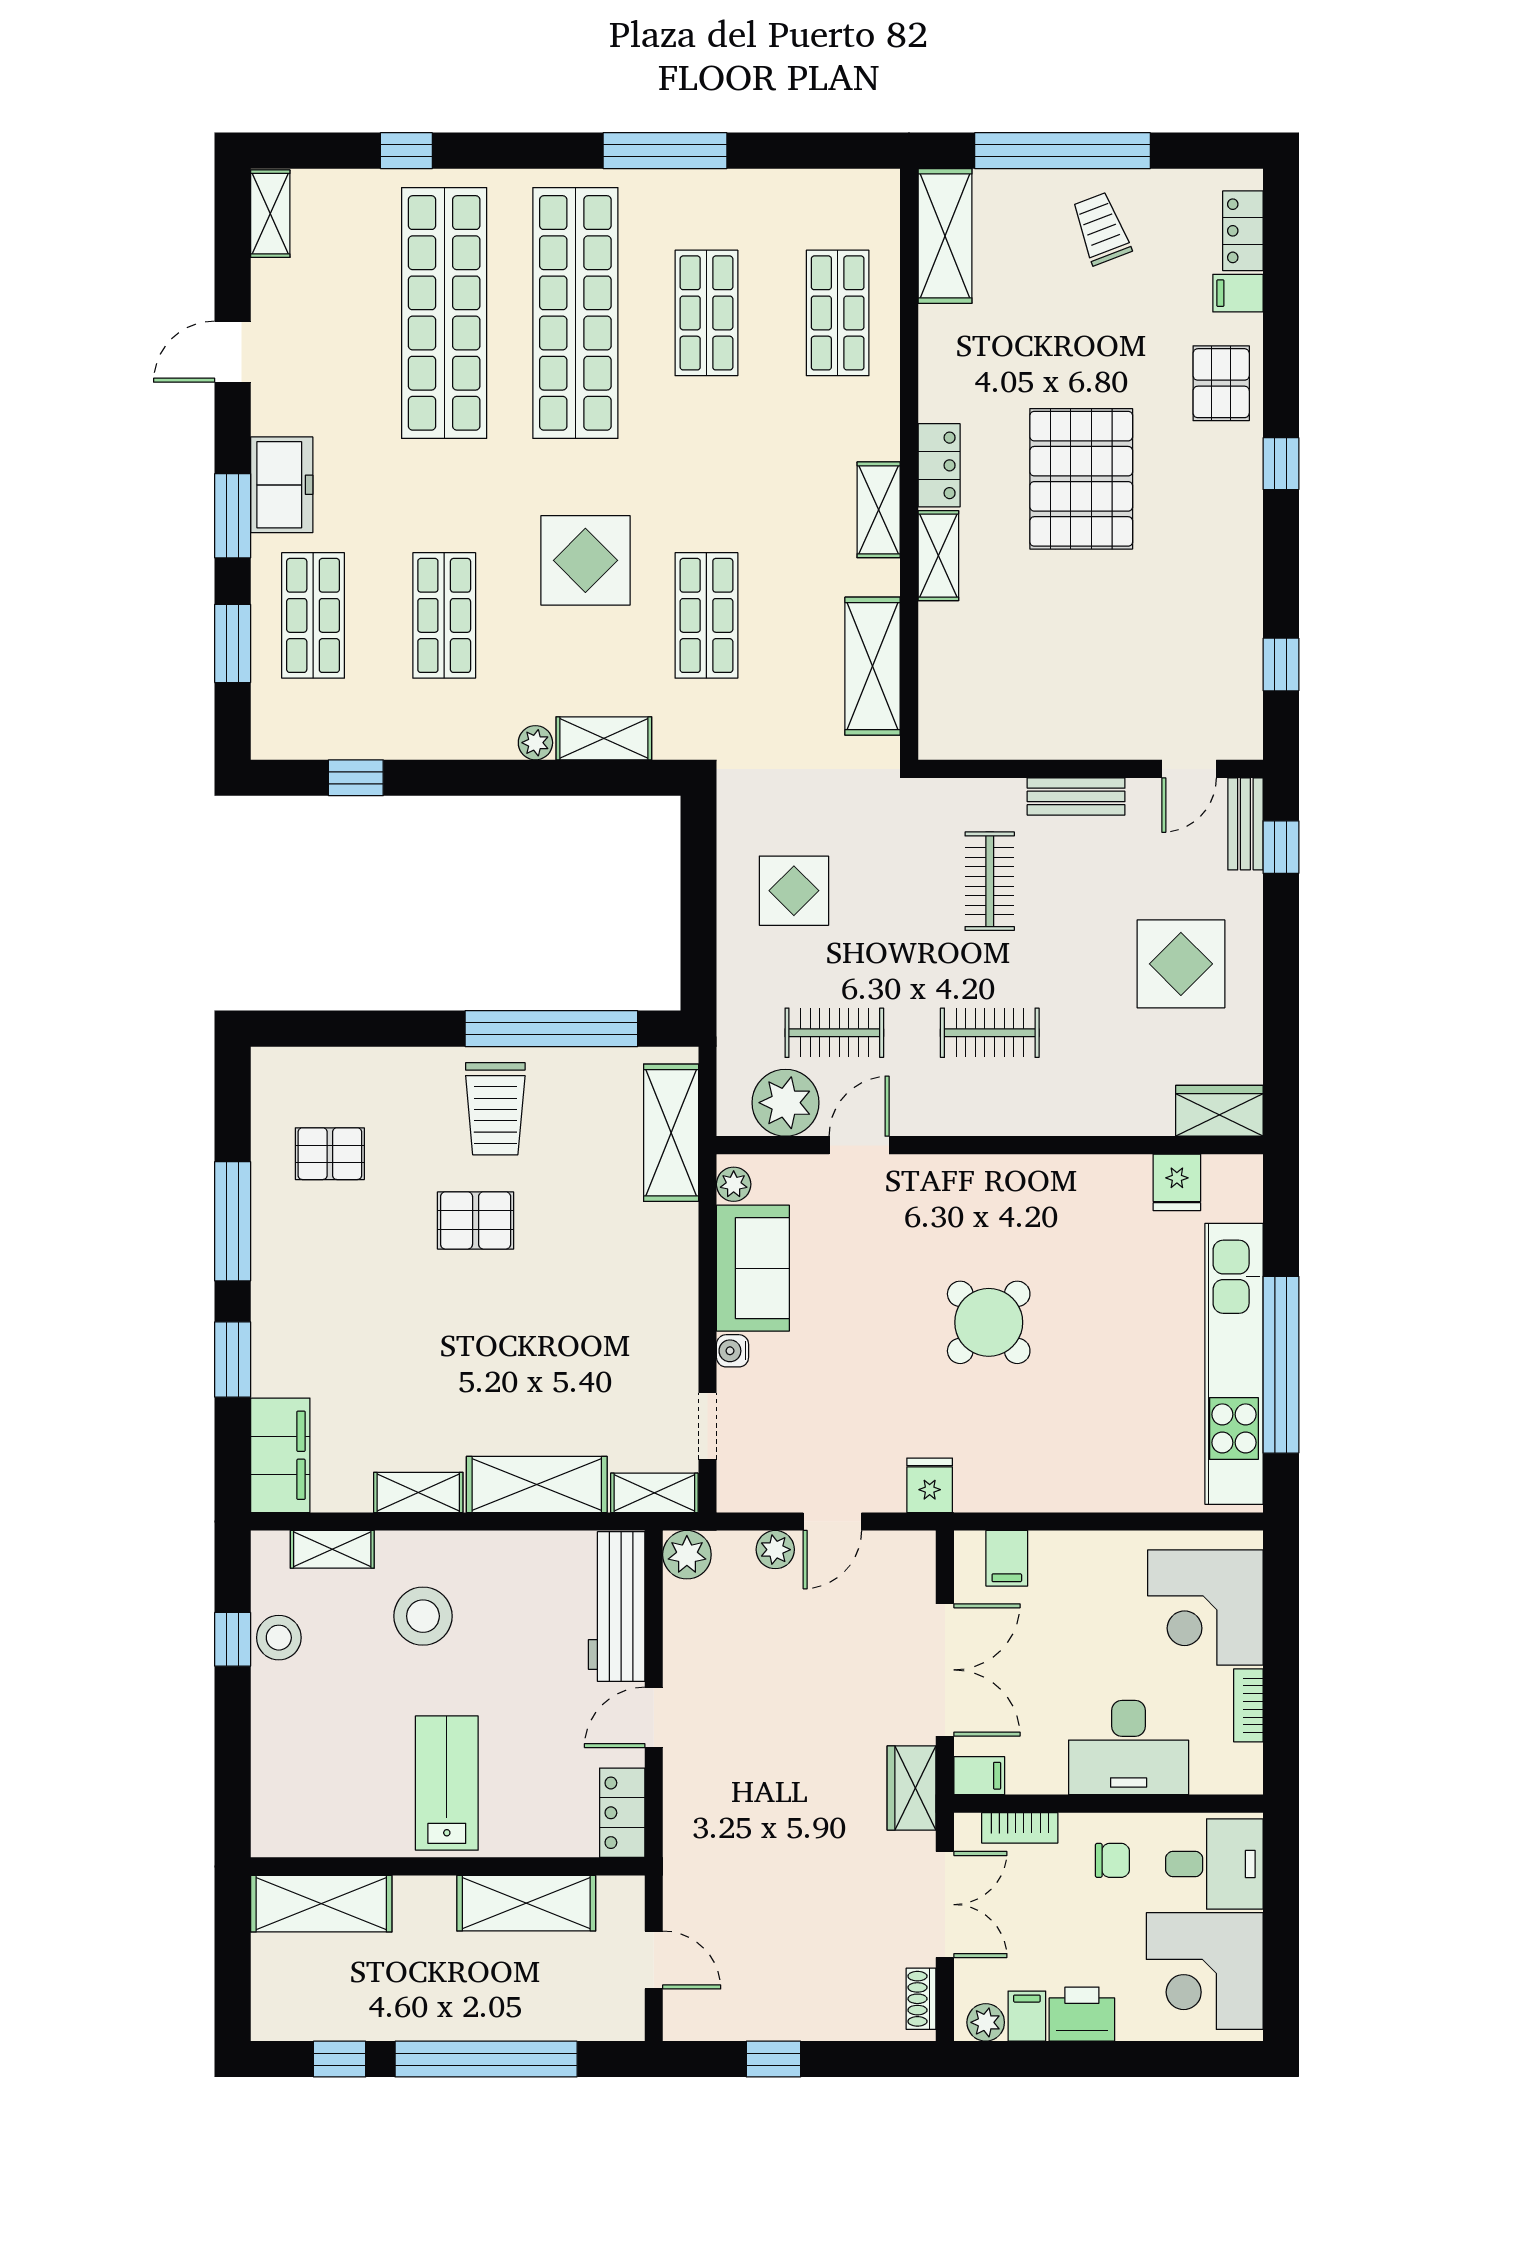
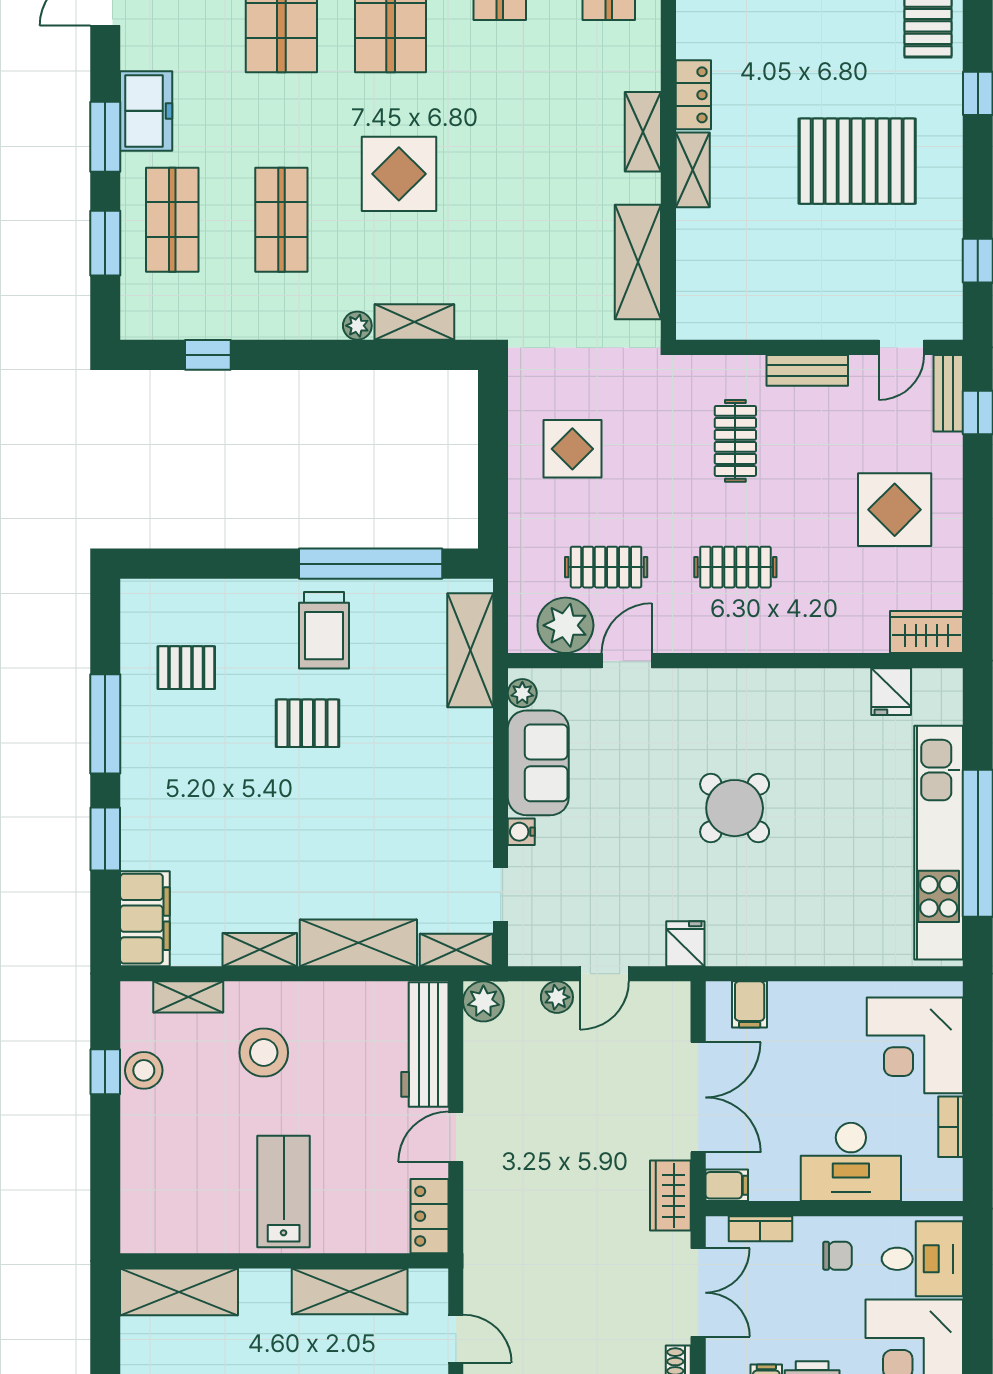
pallet: (1081, 479) -> (857, 161), moved, turned 90
shop shelf: (706, 615) -> (500, 220), removed

